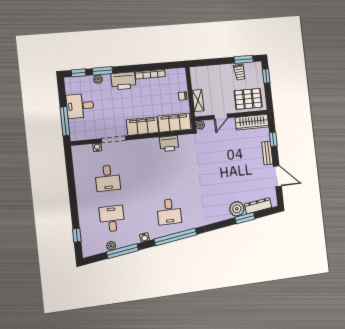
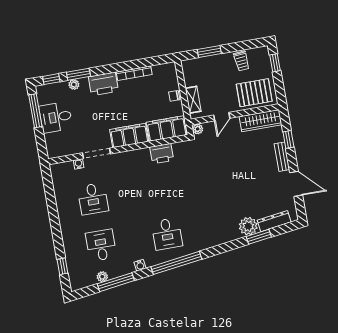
window: (244, 59) -> (209, 51), moved
window: (65, 121) -> (35, 111), moved

